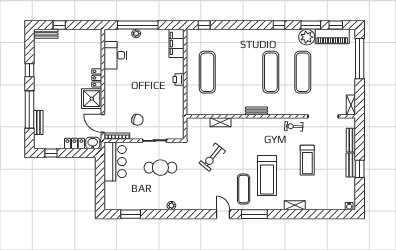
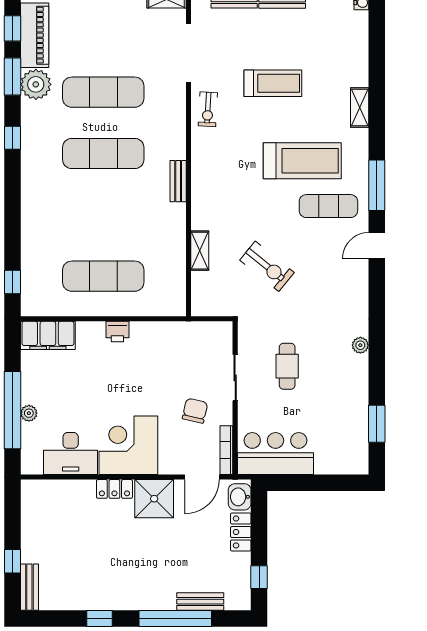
corner desk: (119, 85) -> (128, 445), added
cafe table: (160, 168) -> (287, 366), width x0.73, depth x0.74

